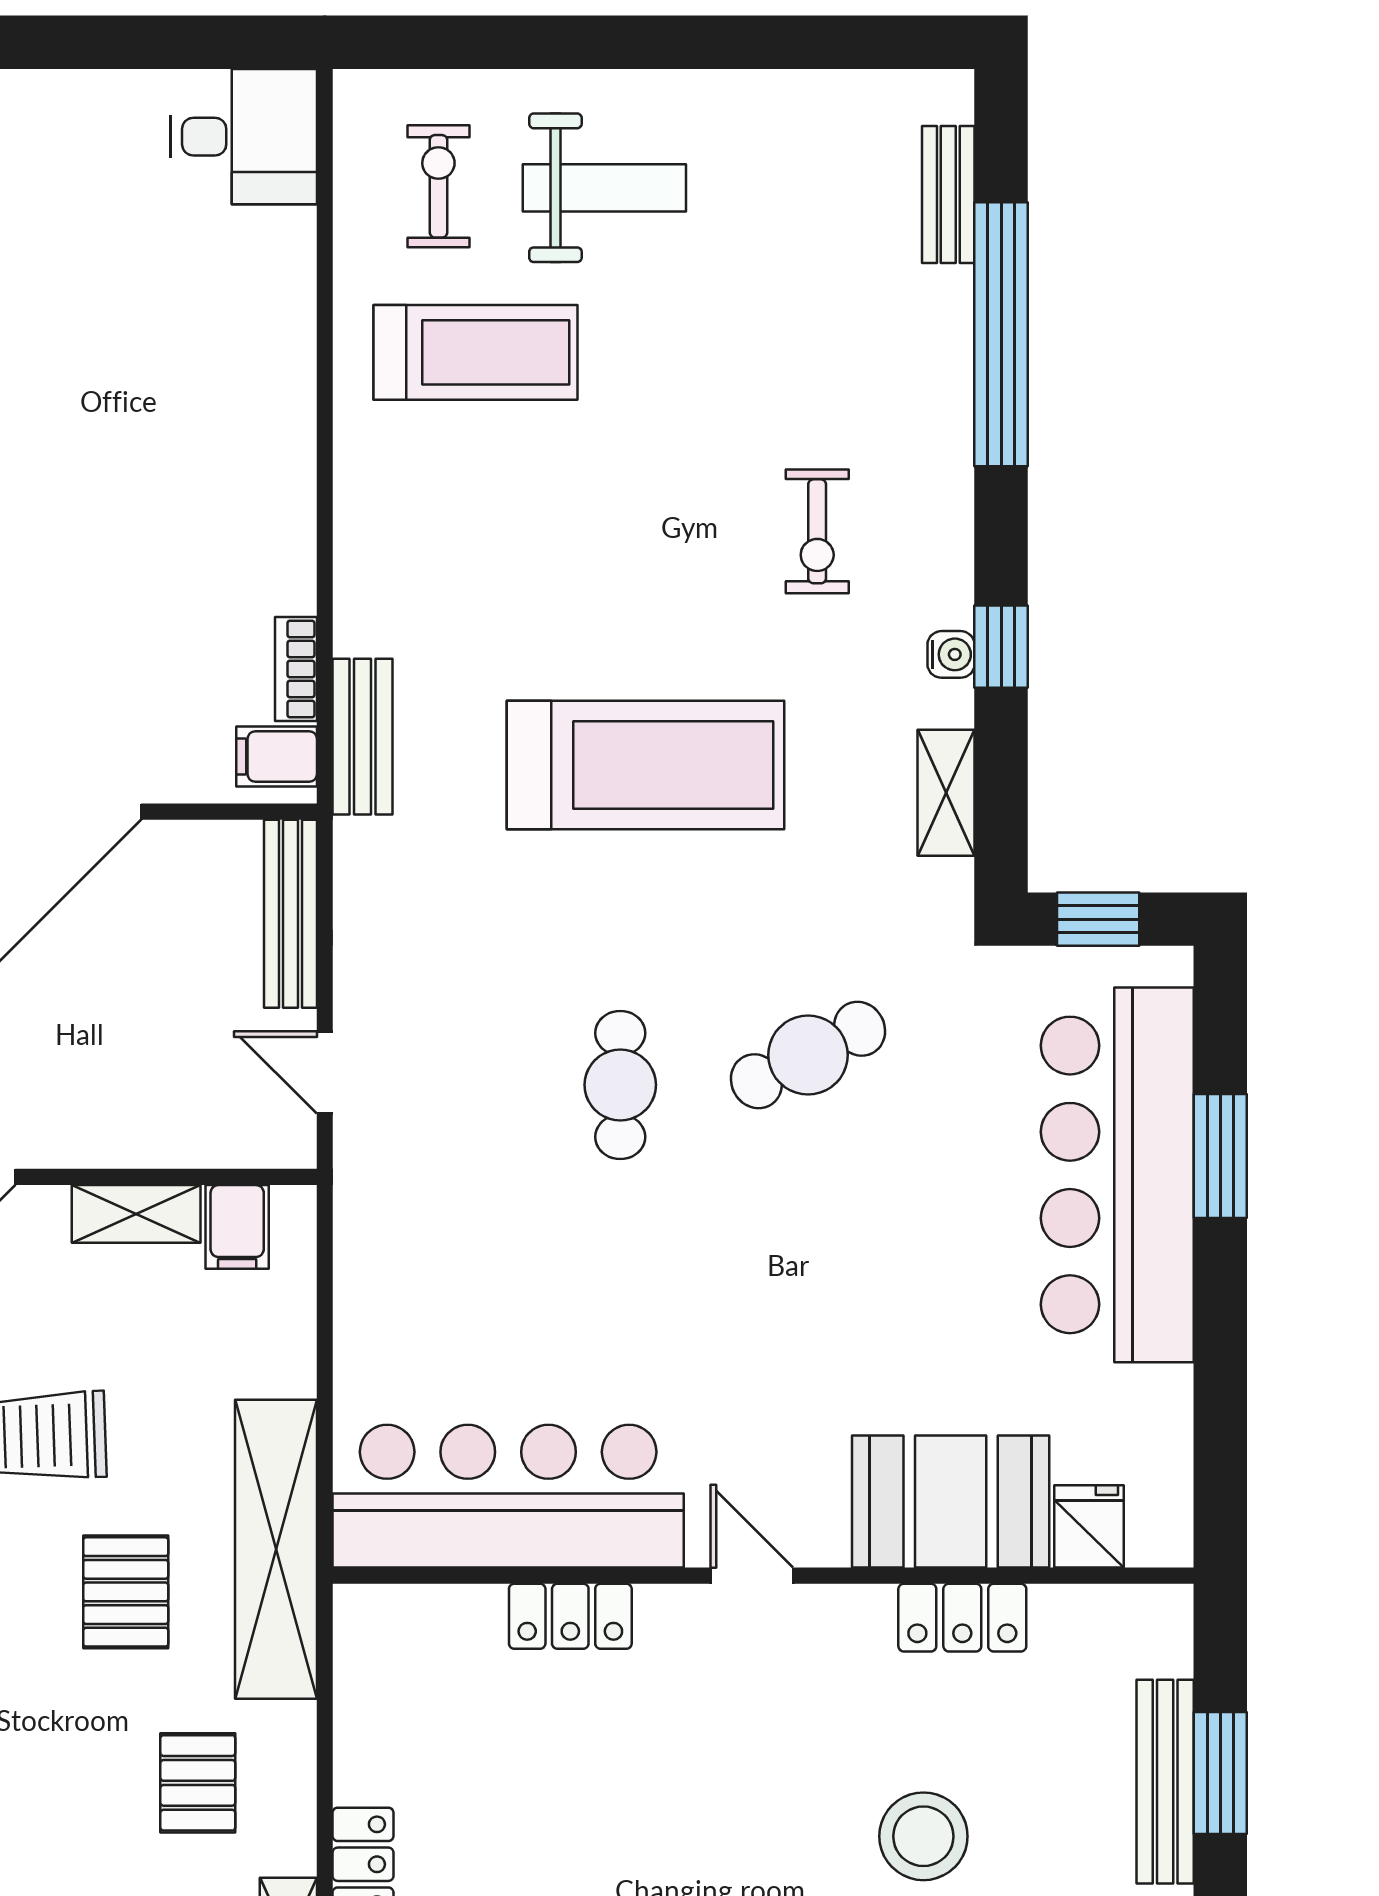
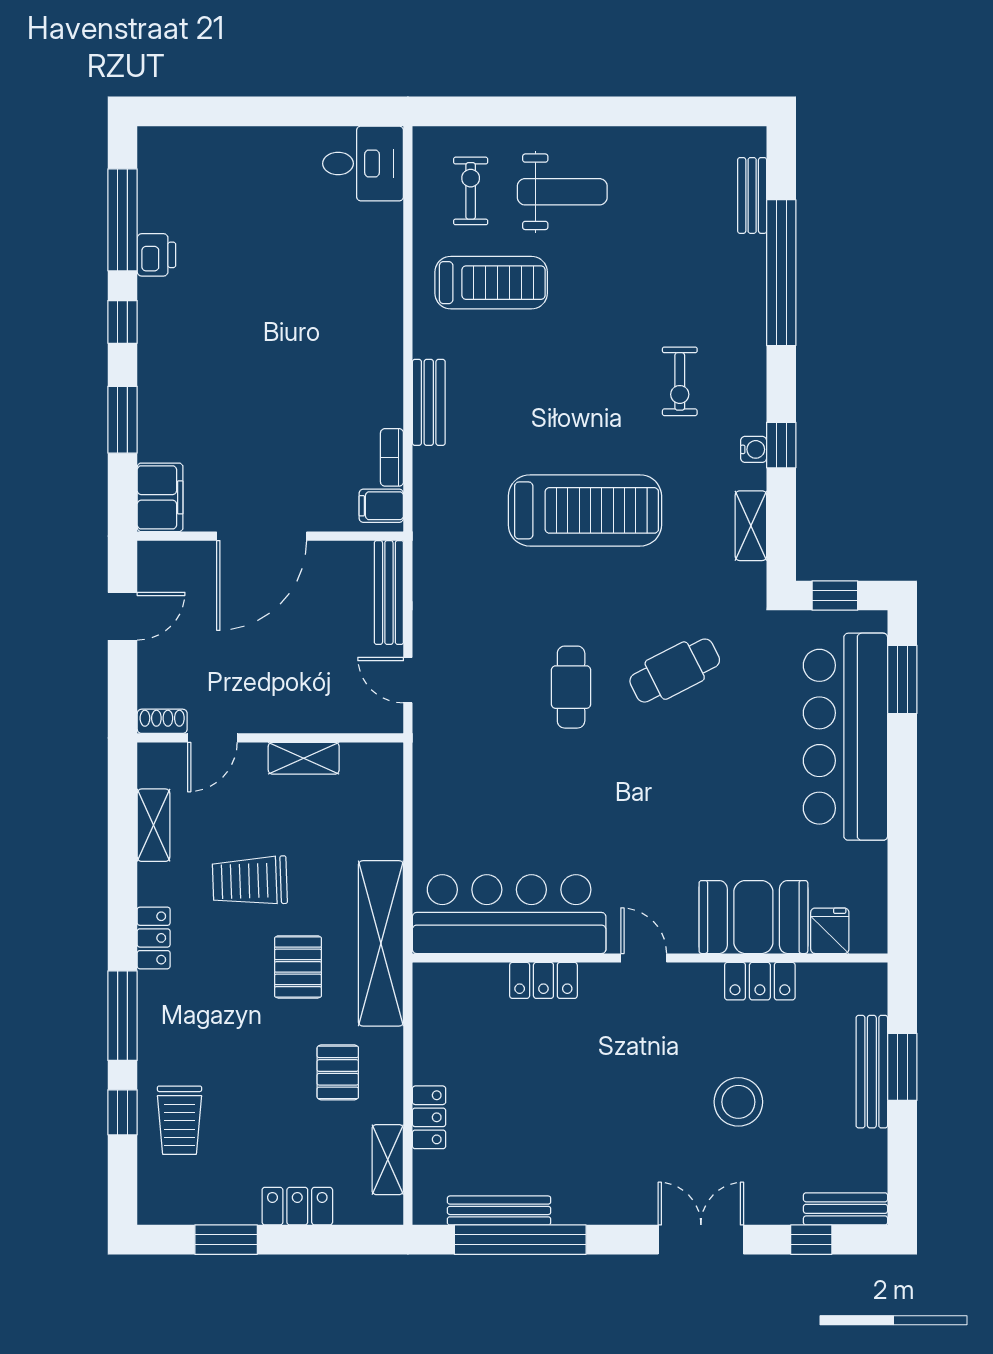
bench: (363, 737) -> (429, 402), moved
window: (1220, 1156) -> (902, 679), moved
filing cabinet: (237, 1227) -> (360, 765), removed

